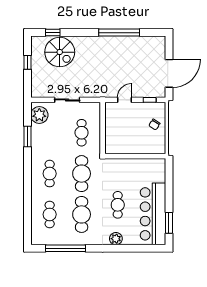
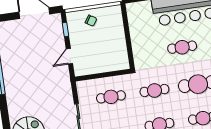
door: (125, 100) -> (69, 56), hinge flipped
cafe table: (82, 174) -> (154, 91), width x0.73, depth x0.74

